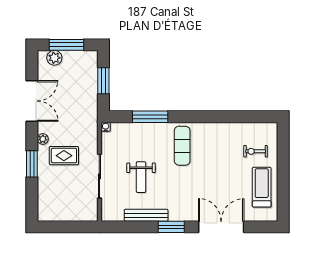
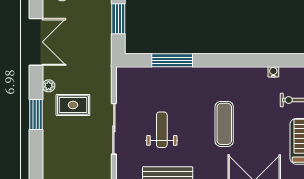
water cooler: (106, 127) -> (273, 72), moved
exercise mat: (182, 146) -> (224, 124), moved
weight bench: (141, 177) -> (162, 130), turned 180

